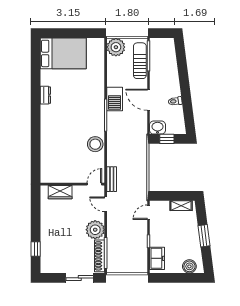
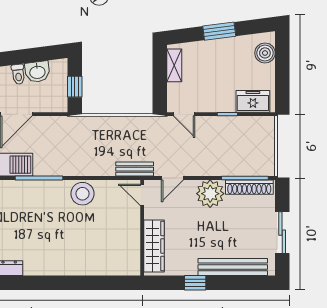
washbasin: (158, 128) -> (37, 72), moved, turned -97
wardrobe: (60, 192) -> (154, 246), width x1.50
bench: (46, 245) -> (233, 267), added
window: (36, 249) -> (195, 283), moved
sliding door: (80, 278) -> (282, 233), moved

